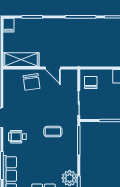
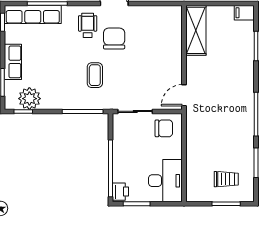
door: (53, 68) -> (184, 95), moved
chair: (31, 82) -> (114, 39), moved, turned 98

